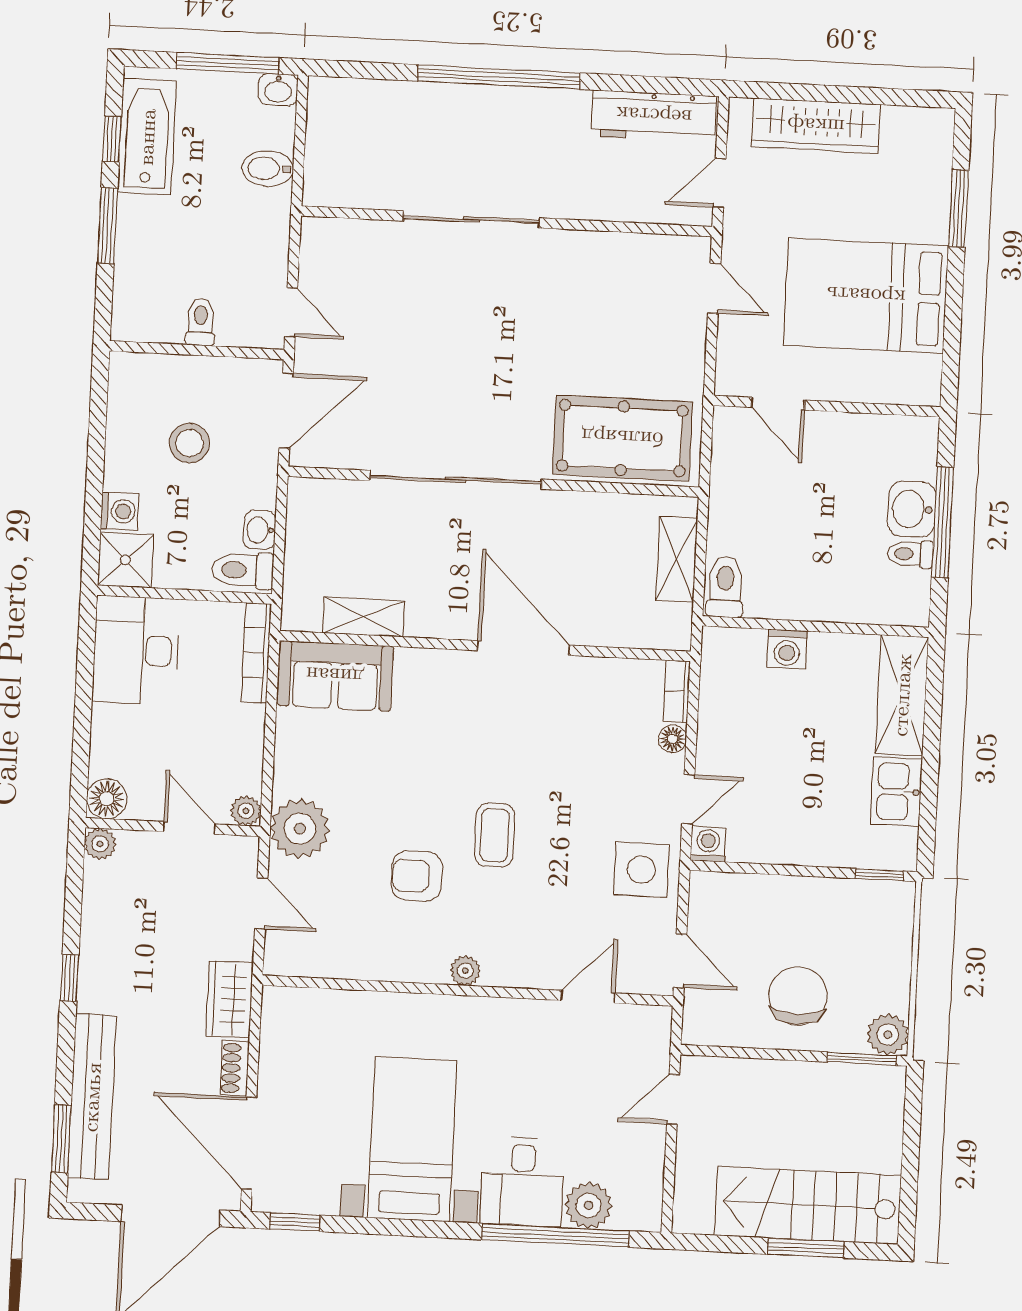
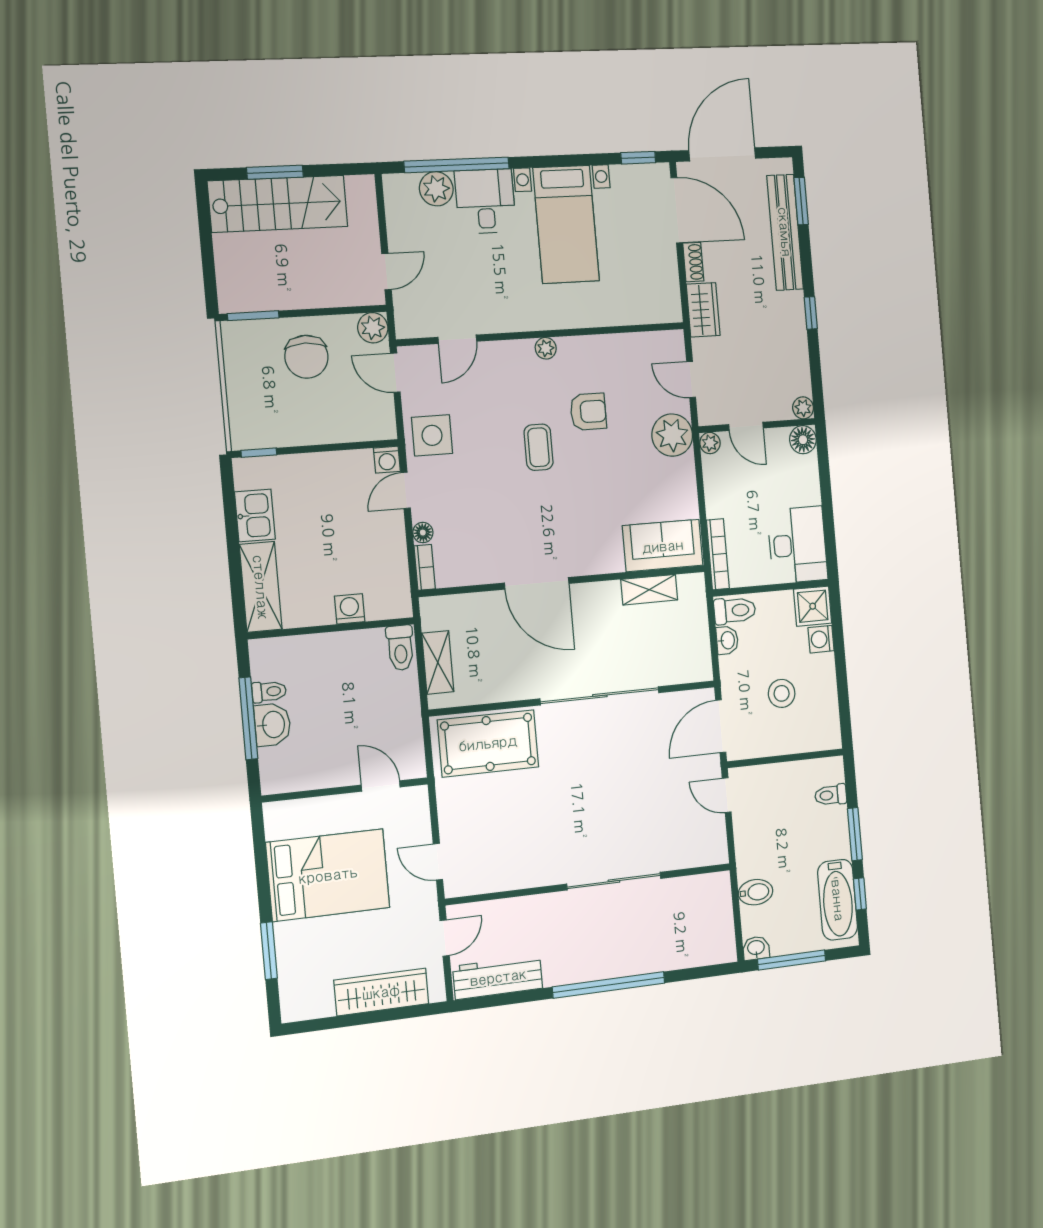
toilet: (201, 322) -> (831, 795), moved, turned 90
plant: (888, 1034) -> (373, 328), moved

